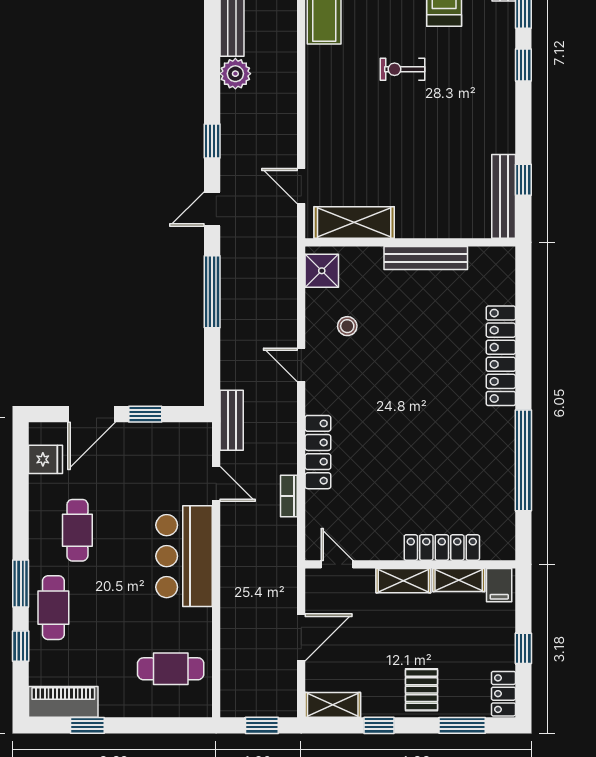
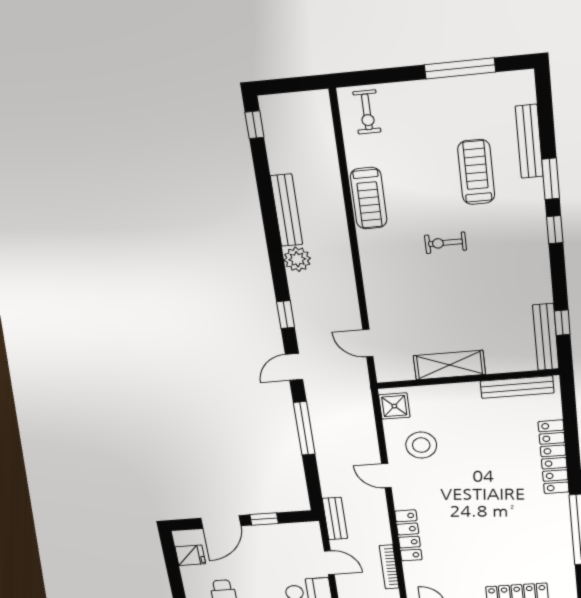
shelving: (354, 223) -> (449, 365), moved
bench: (426, 258) -> (517, 387), moved
stool: (347, 326) -> (421, 445), width x1.89, depth x1.89
bookcase: (289, 496) -> (389, 567), width x1.56

